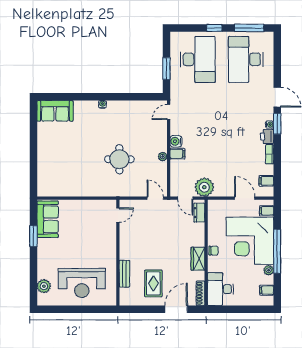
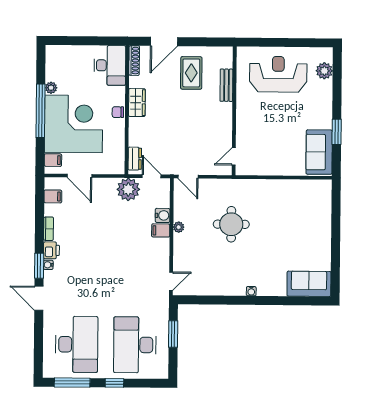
water cooler: (176, 141) -> (163, 215), moved
filing cabinet: (267, 290) -> (54, 64), removed

